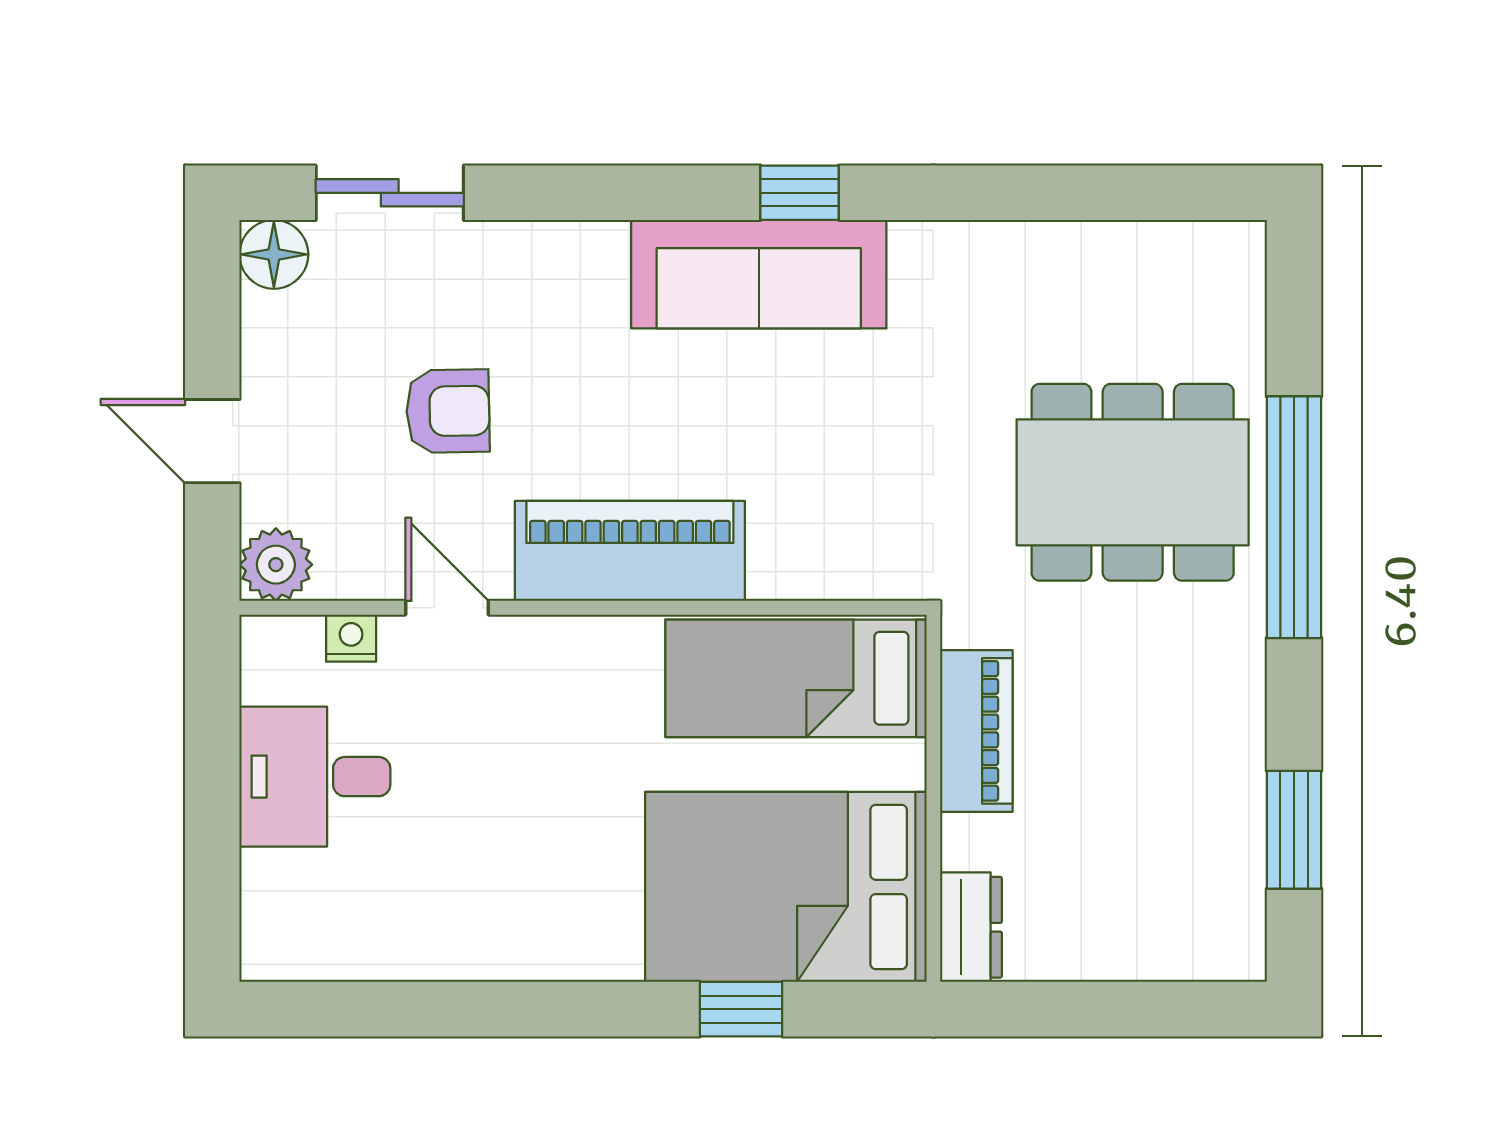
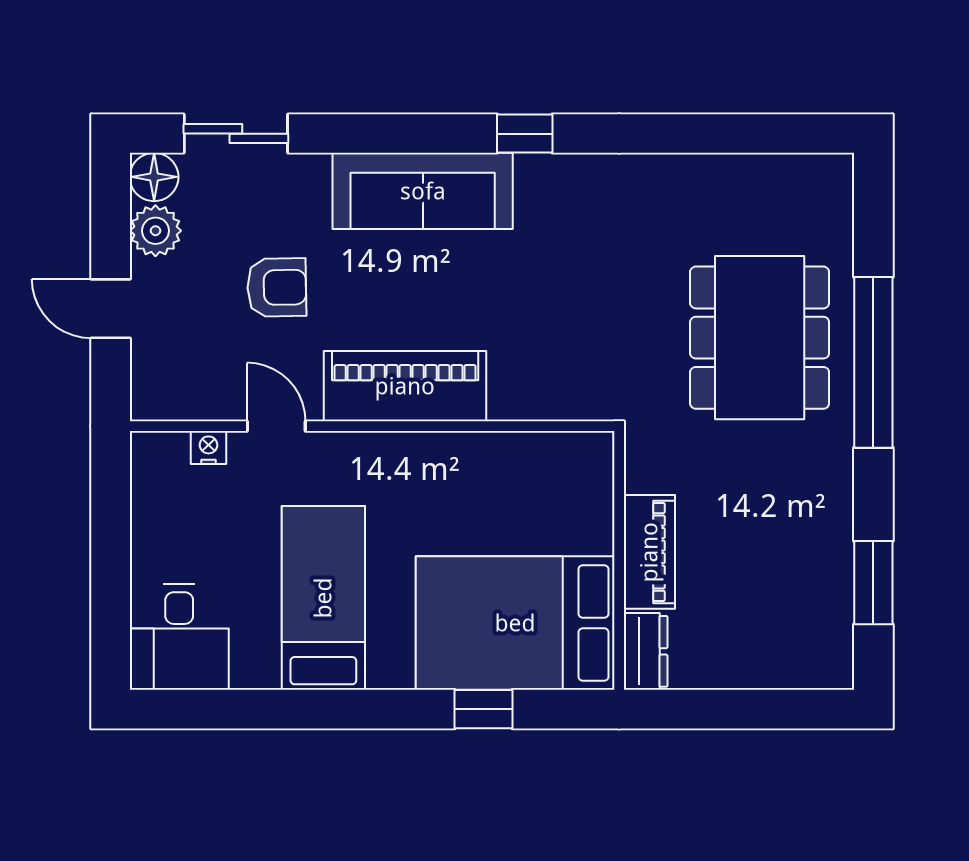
sofa: (759, 274) -> (423, 191), moved
dining table: (1133, 482) -> (760, 338), turned 90
plant: (276, 565) -> (155, 231), moved
bed: (796, 678) -> (323, 598), moved, turned 90
piano: (976, 731) -> (649, 552), moved
desk: (315, 777) -> (179, 637), moved, turned -90

